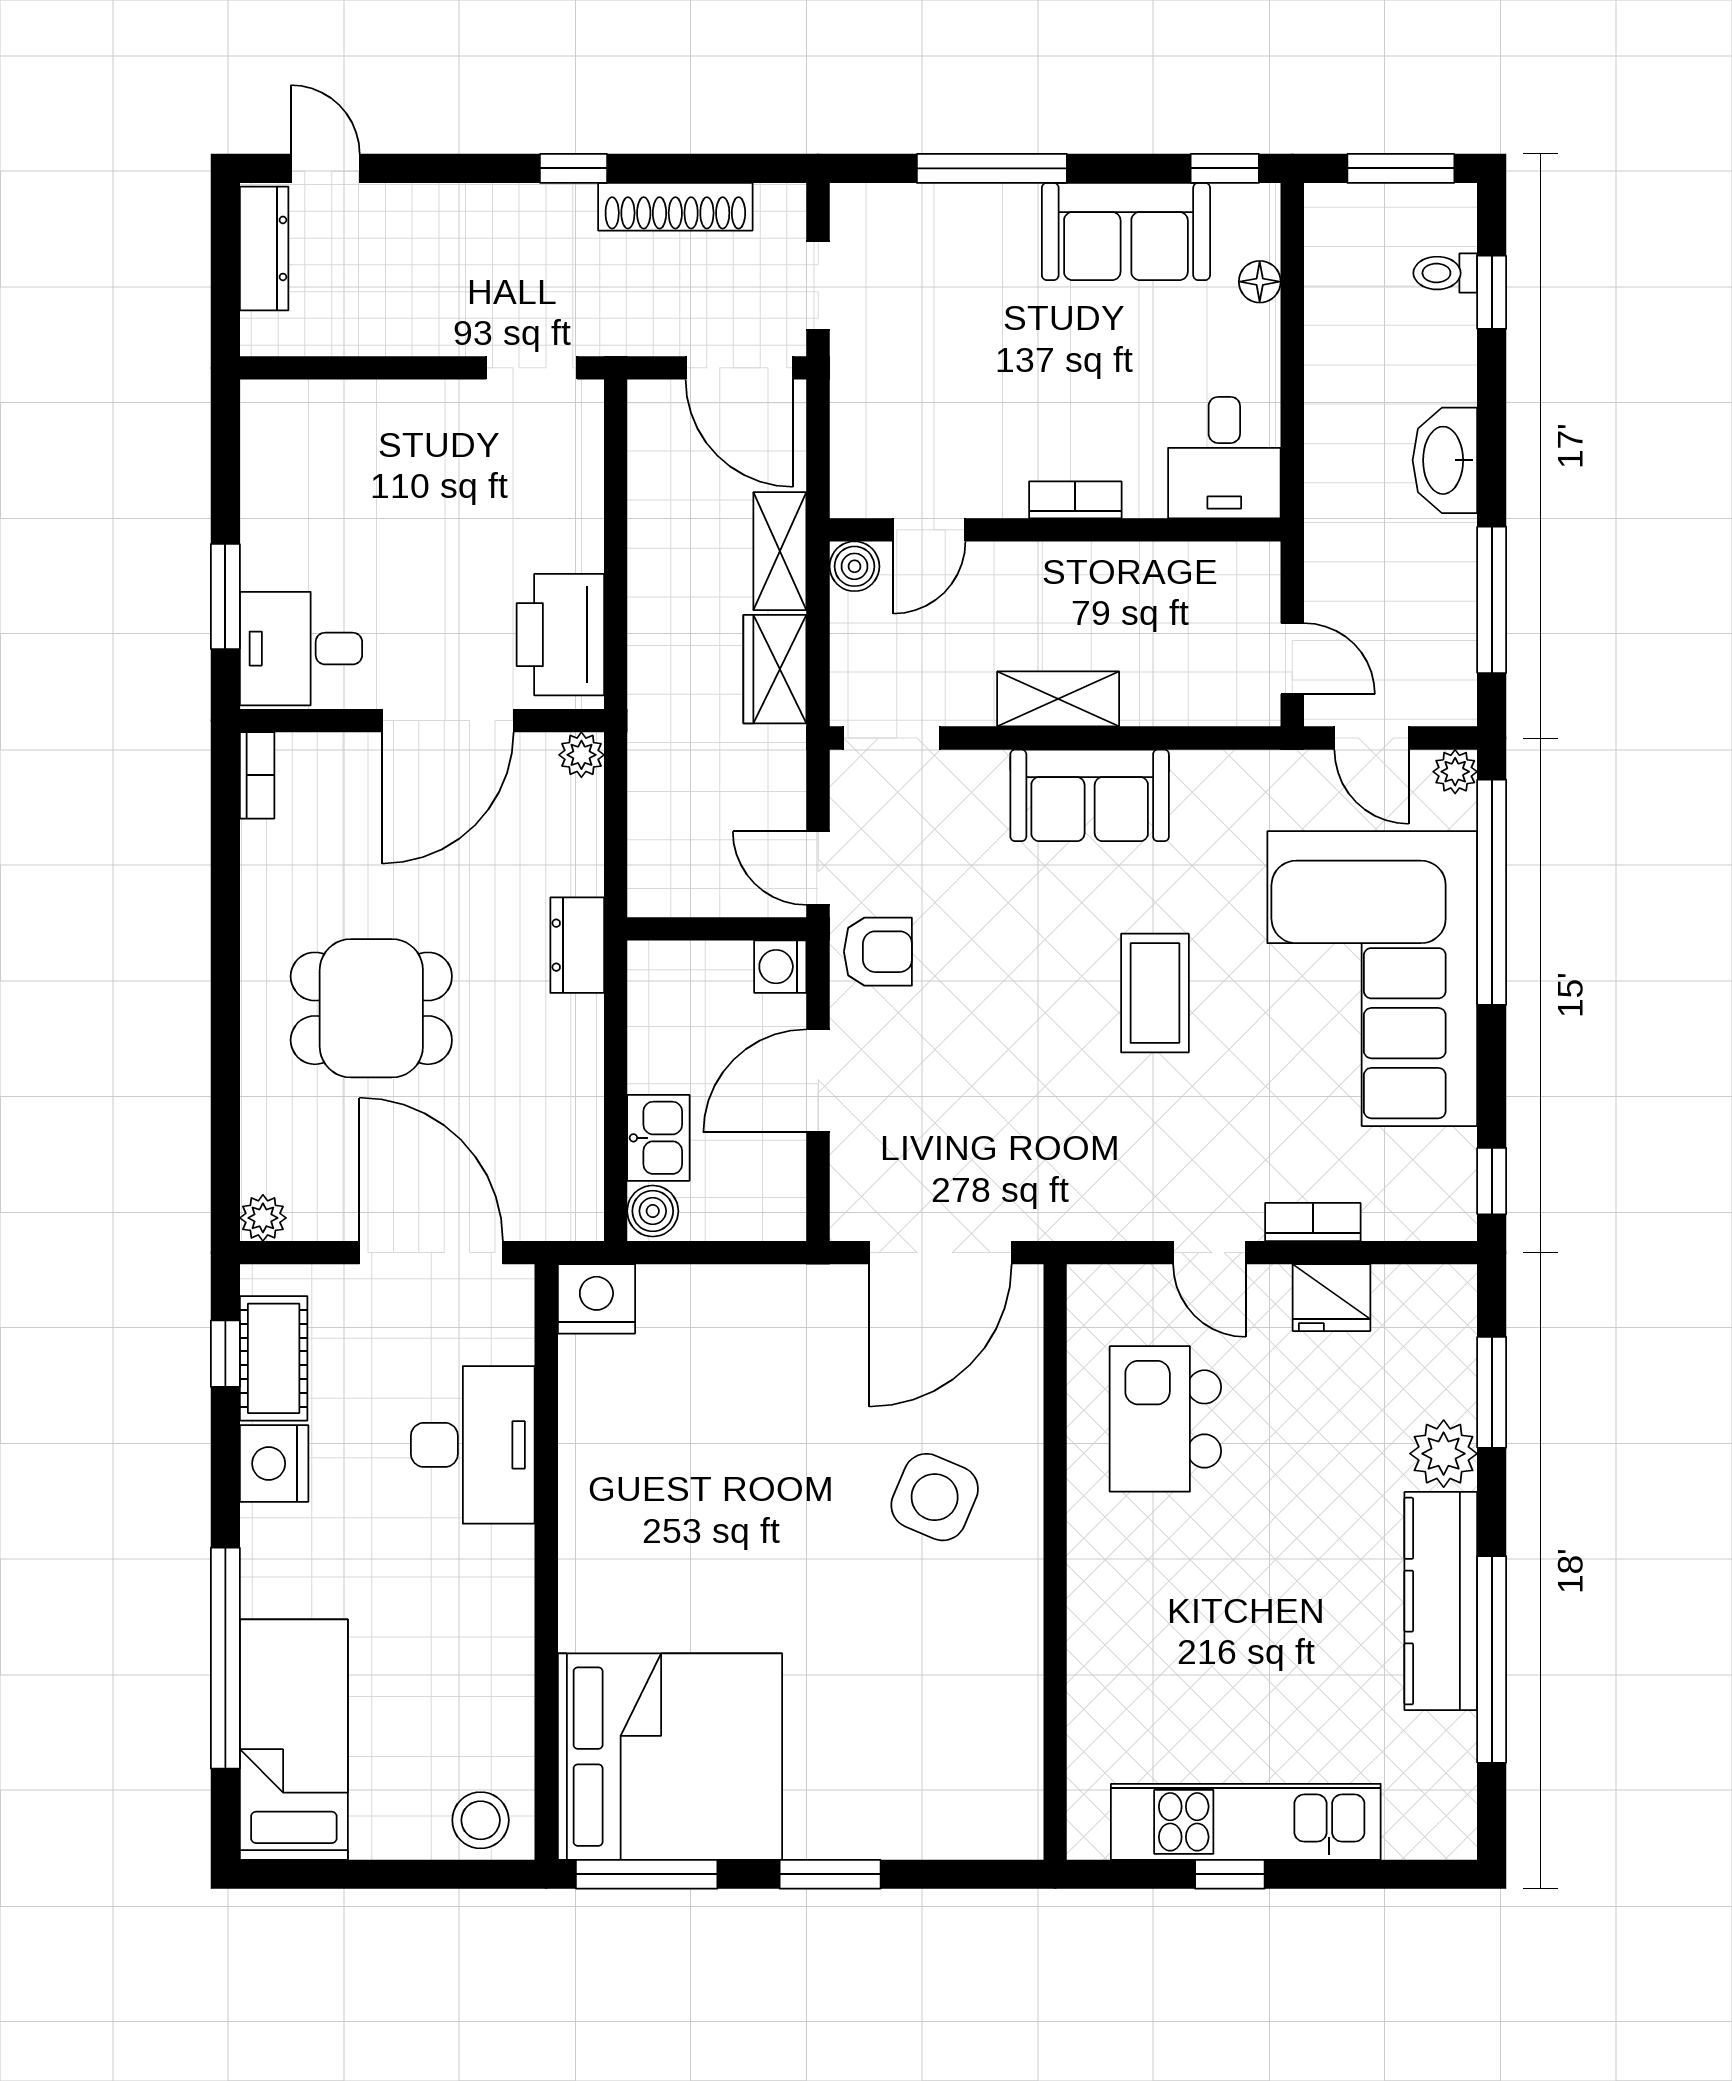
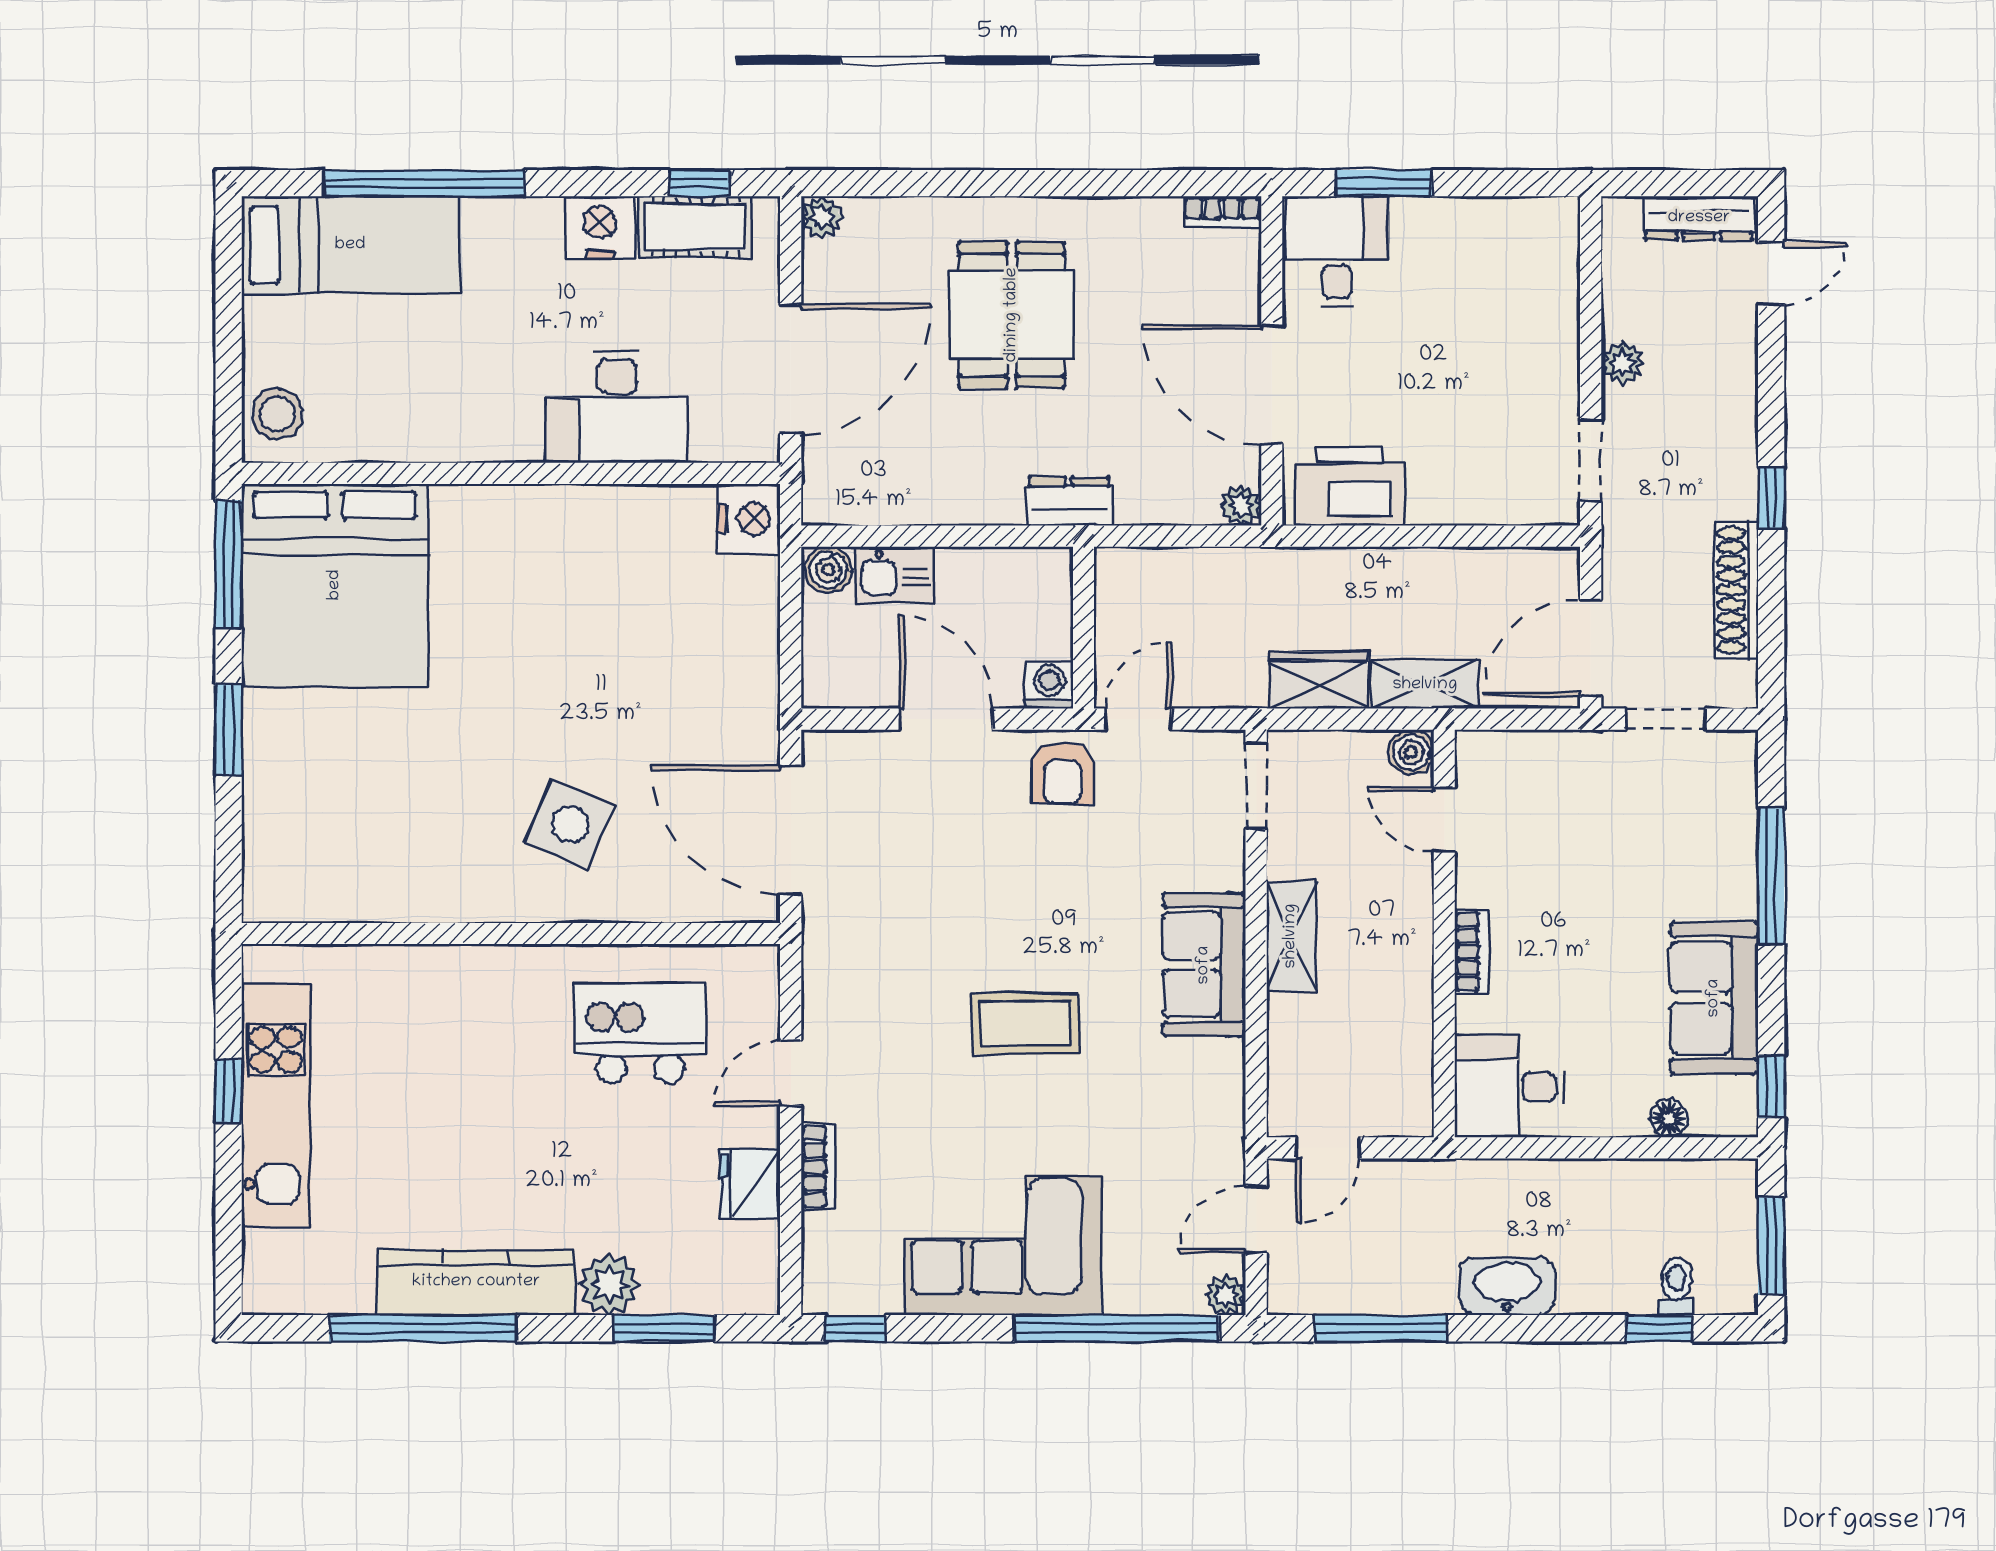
plant: (424, 333) -> (1622, 363), added
corner sofa: (1372, 979) -> (1003, 1245), width x0.73, depth x0.74

